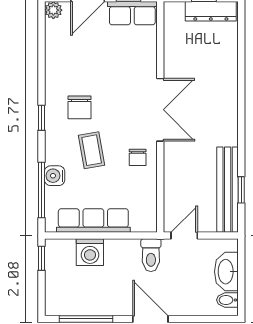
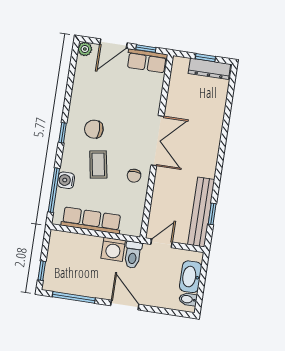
chair: (79, 107) -> (94, 129), turned 90
washing machine: (90, 252) -> (113, 249), moved
window: (41, 258) -> (42, 271), moved

